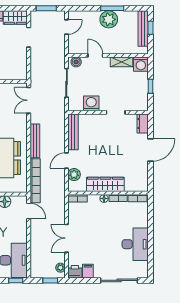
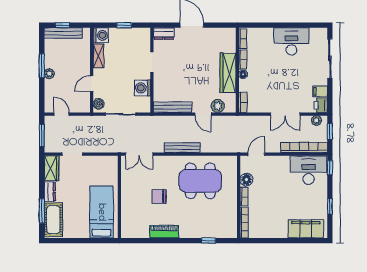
plant: (109, 19) -> (49, 74), width x0.53, depth x0.53
bookcase: (35, 181) -> (304, 147), moved

